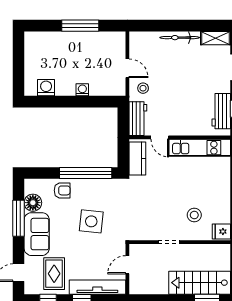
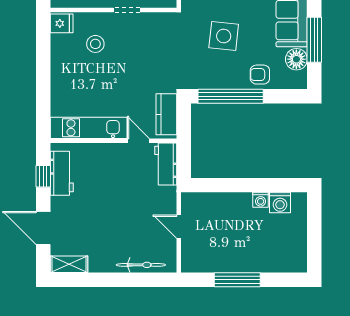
bicycle: (180, 38) -> (141, 265), moved
stool: (143, 88) -> (159, 202), removed
washing machine: (82, 90) -> (261, 200), moved

